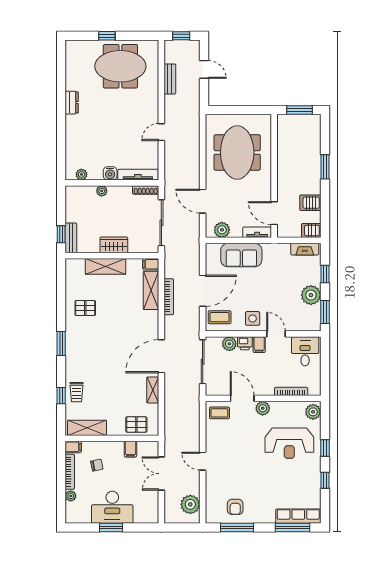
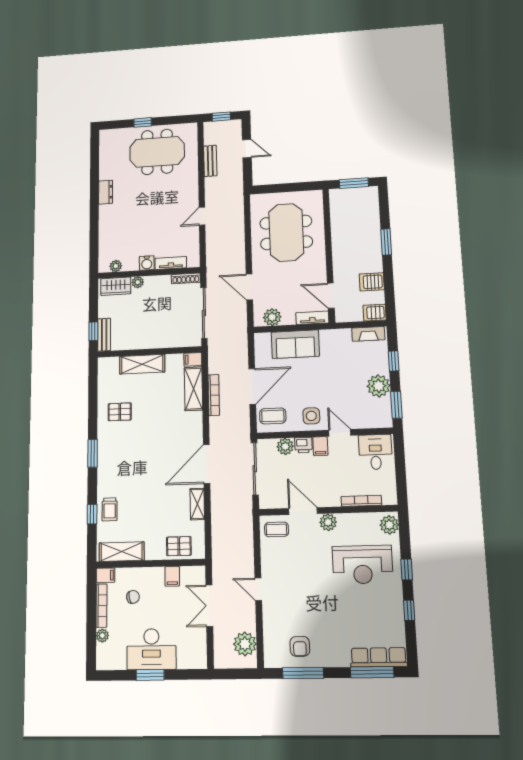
tv unit: (138, 175) -> (171, 263), width x0.71
wardrobe: (114, 245) -> (116, 286), moved, turned 180

